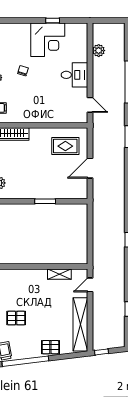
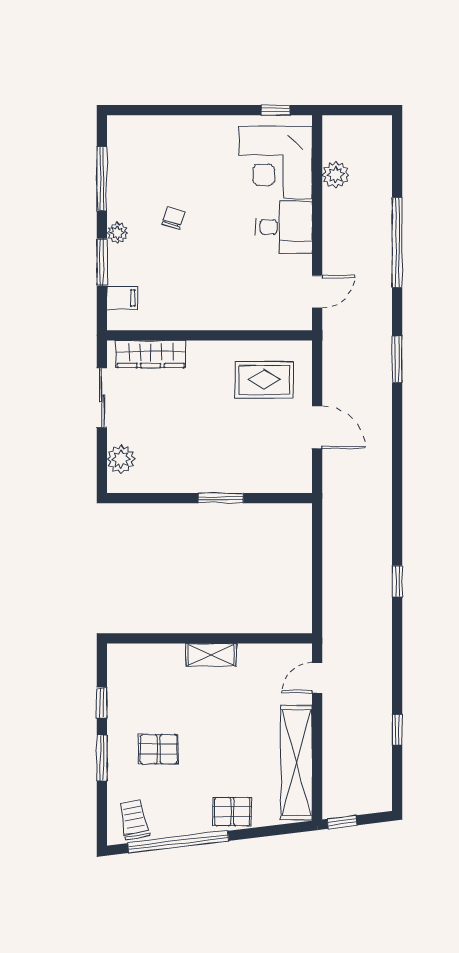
window: (53, 20) -> (276, 110), moved
corner desk: (48, 40) -> (276, 162), moved, turned 90
door: (90, 105) -> (317, 292), hinge flipped
door: (90, 168) -> (317, 427), swing flipped
shelving: (59, 274) -> (211, 655), moved

